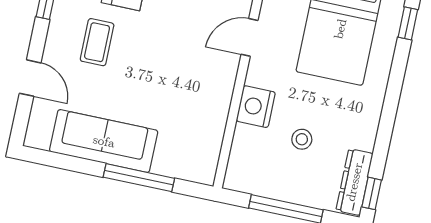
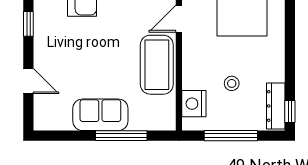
coffee table: (97, 42) -> (157, 65), moved, width x1.86, depth x1.72
nightstand: (256, 107) -> (194, 104), moved
sofa: (104, 141) -> (100, 115), width x0.73

